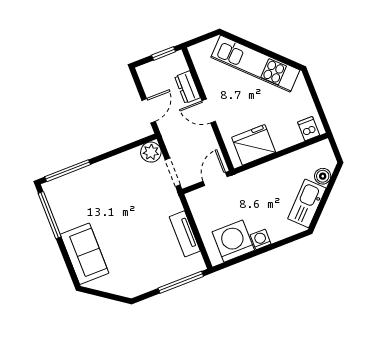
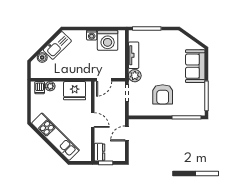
dresser: (187, 87) -> (99, 152), moved
plant: (293, 137) -> (50, 86), added
plant: (151, 152) -> (135, 76), moved
armchair: (117, 191) -> (163, 94), added

